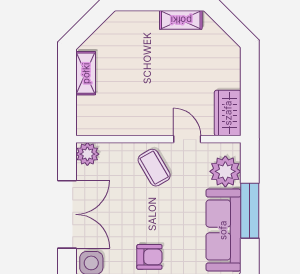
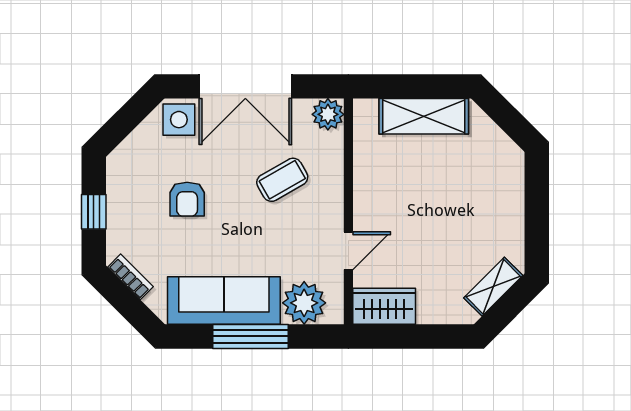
shelving: (181, 20) -> (493, 287), moved, turned 45
shelving: (86, 73) -> (424, 116), width x1.50, depth x1.33
coffee table: (154, 168) -> (282, 180), moved

